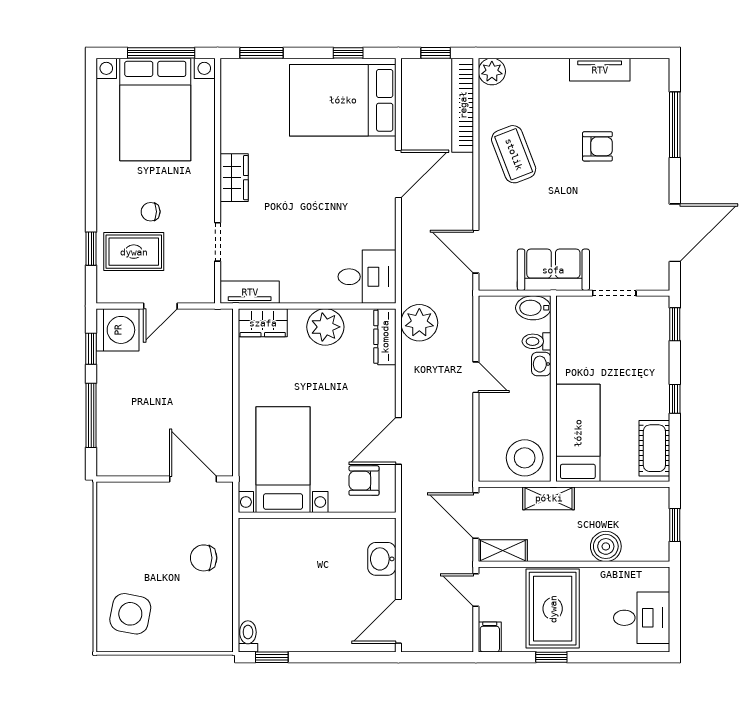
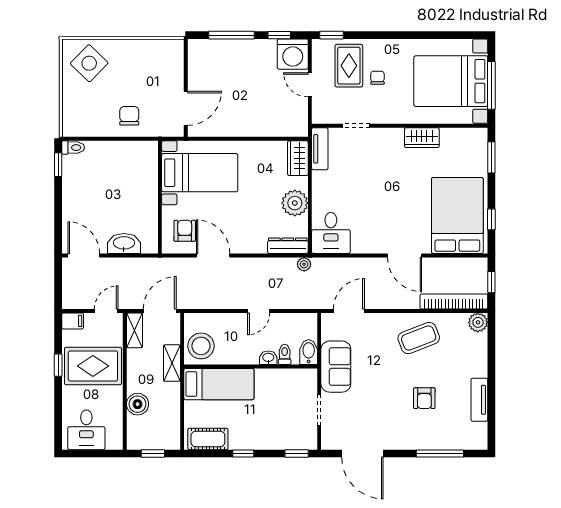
wardrobe: (234, 178) -> (422, 138), moved
window: (91, 249) -> (332, 35), moved
plant: (419, 323) -> (304, 264), width x0.53, depth x0.53
washbasin: (382, 559) -> (124, 244), width x1.38
side table: (130, 614) -> (89, 63), turned 33

